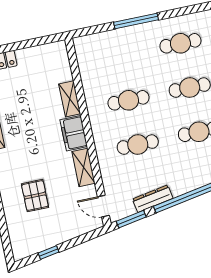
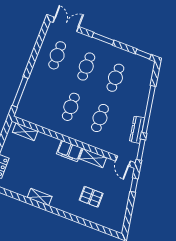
window: (136, 21) -> (20, 92), moved
shelving: (70, 99) -> (25, 132), moved
door: (103, 206) -> (123, 161), hinge flipped
window: (49, 252) -> (134, 185), moved

